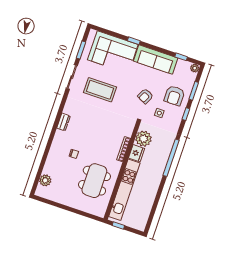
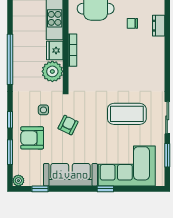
armchair: (174, 96) -> (32, 138), turned -90
dresser: (63, 122) -> (159, 26), moved

